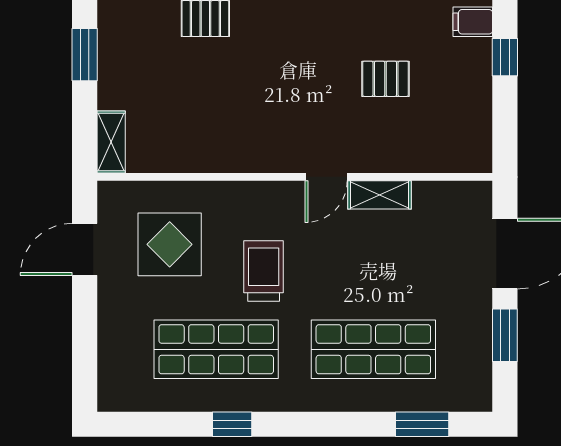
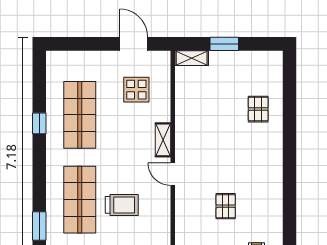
window: (85, 55) -> (224, 44), moved
shelving: (380, 195) -> (163, 140), moved
display table: (170, 244) -> (136, 90), width x0.73, depth x0.73
trolley: (264, 271) -> (122, 205), moved

